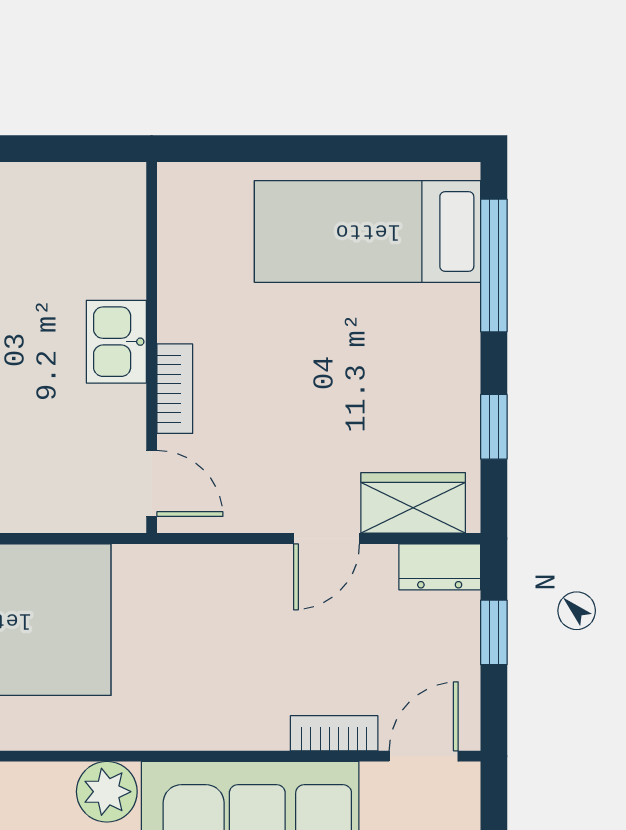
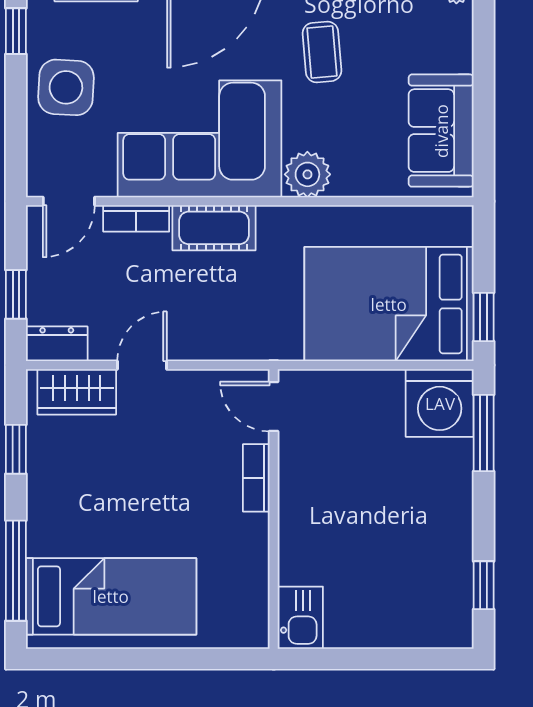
kitchen sink: (116, 342) -> (300, 618), moved
cot: (231, 721) -> (214, 228), added

